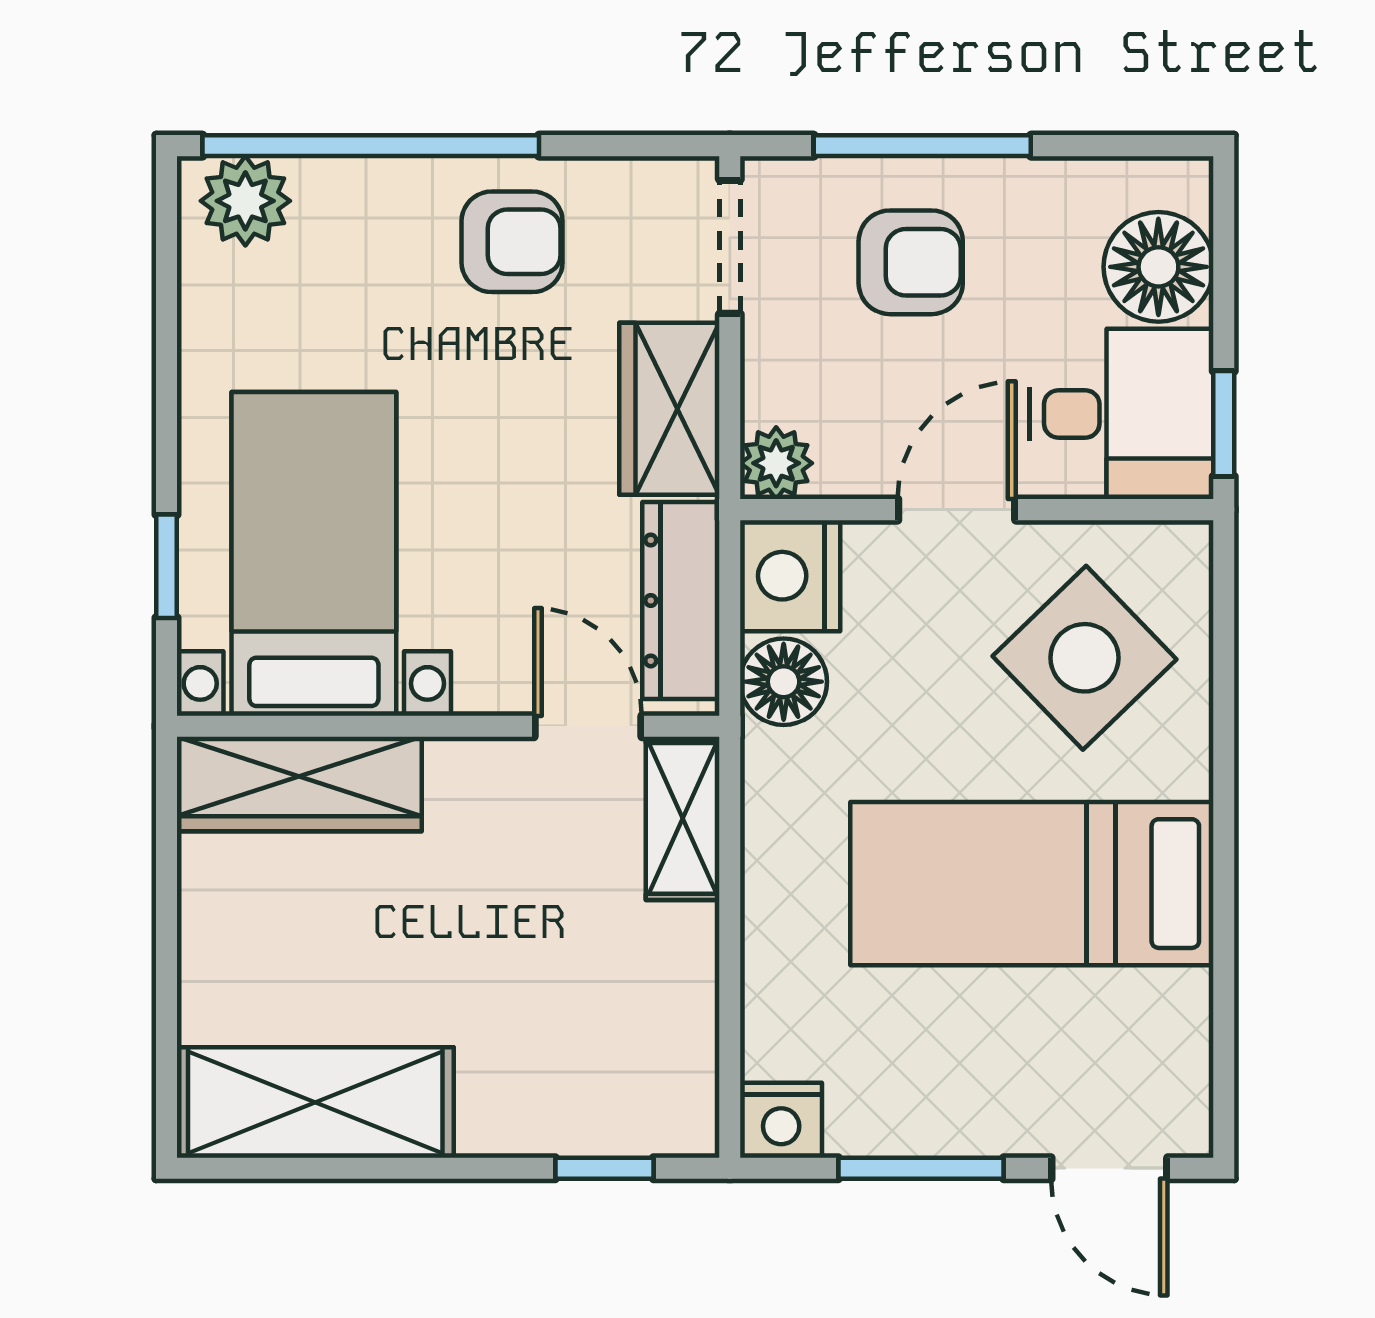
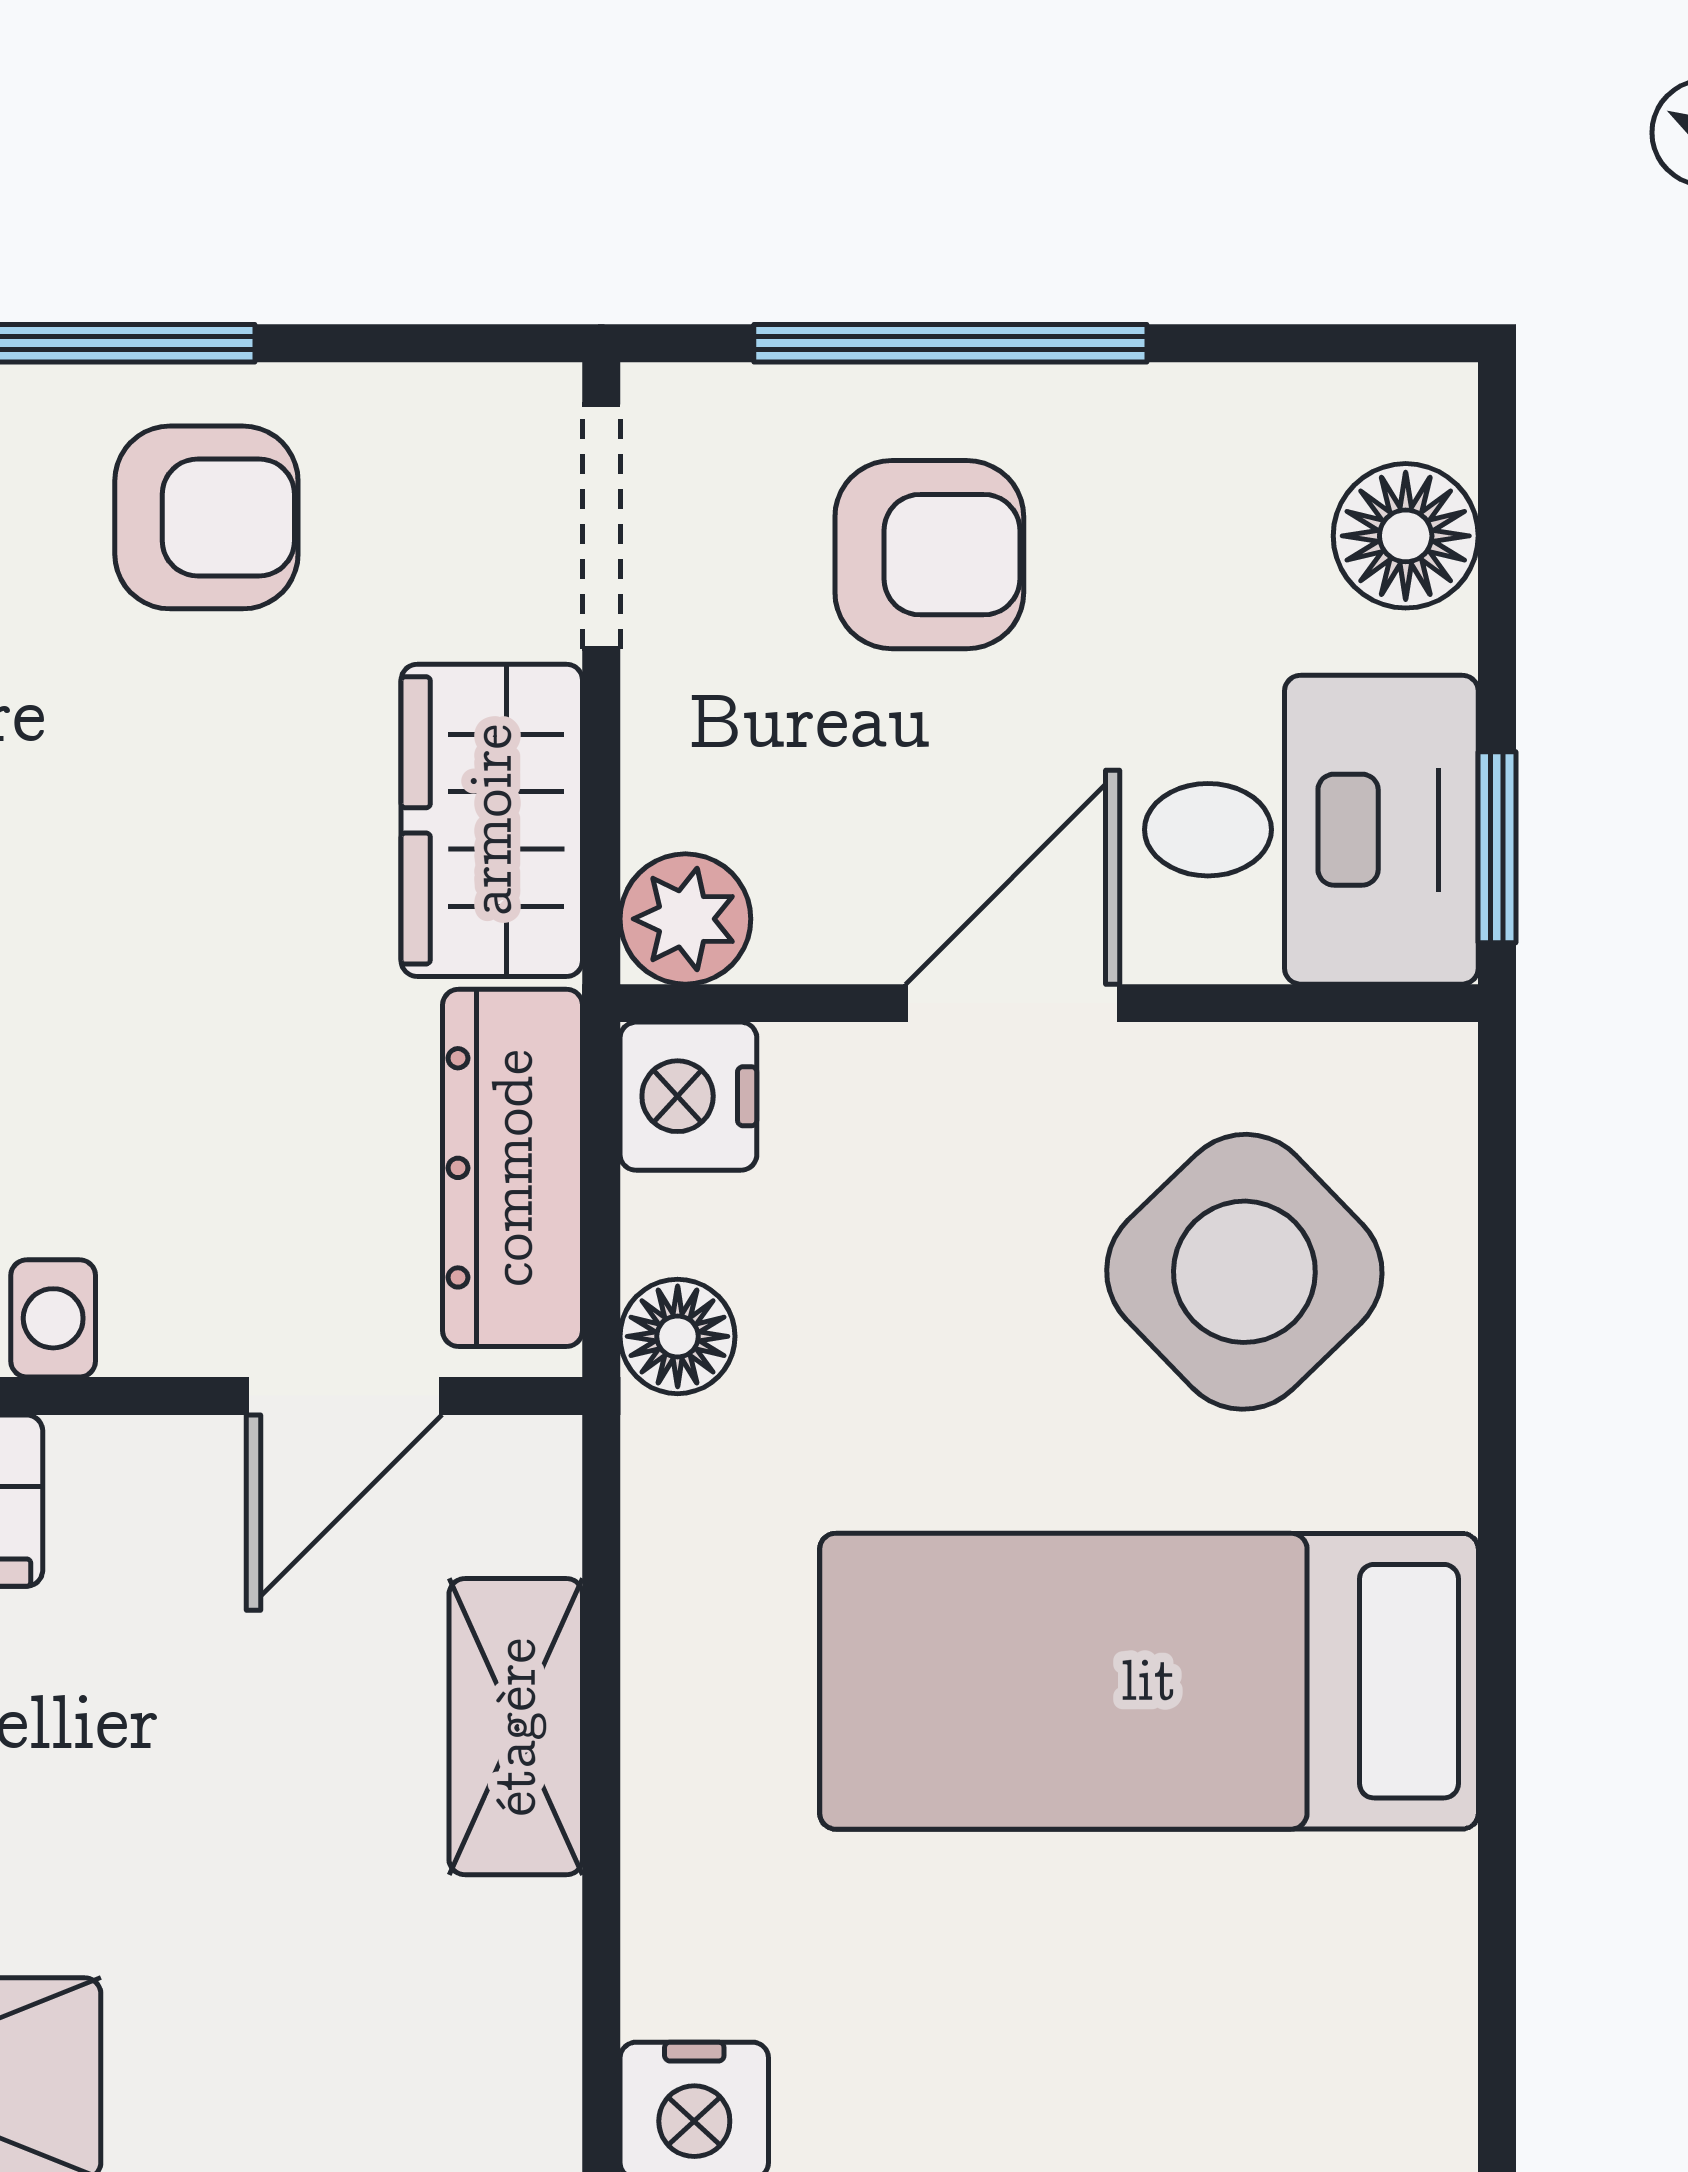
floor lamp: (1158, 267) -> (1406, 536), width x0.73, depth x0.73
nightstand: (790, 576) -> (688, 1096), width x0.74, depth x0.75
floor lamp: (784, 682) -> (678, 1336), width x0.73, depth x0.73
door: (588, 726) -> (344, 1396), swing flipped
shelving: (683, 818) -> (516, 1727), moved

